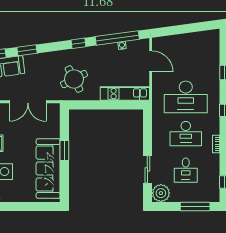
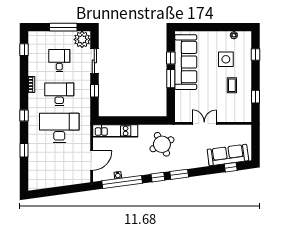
window: (27, 50) -> (179, 174), moved
door: (151, 61) -> (92, 161), swing flipped
double door: (28, 102) -> (204, 123), width x0.73
window: (147, 137) -> (94, 91), added
window: (64, 173) -> (171, 58), added
window: (195, 207) -> (63, 27), moved

